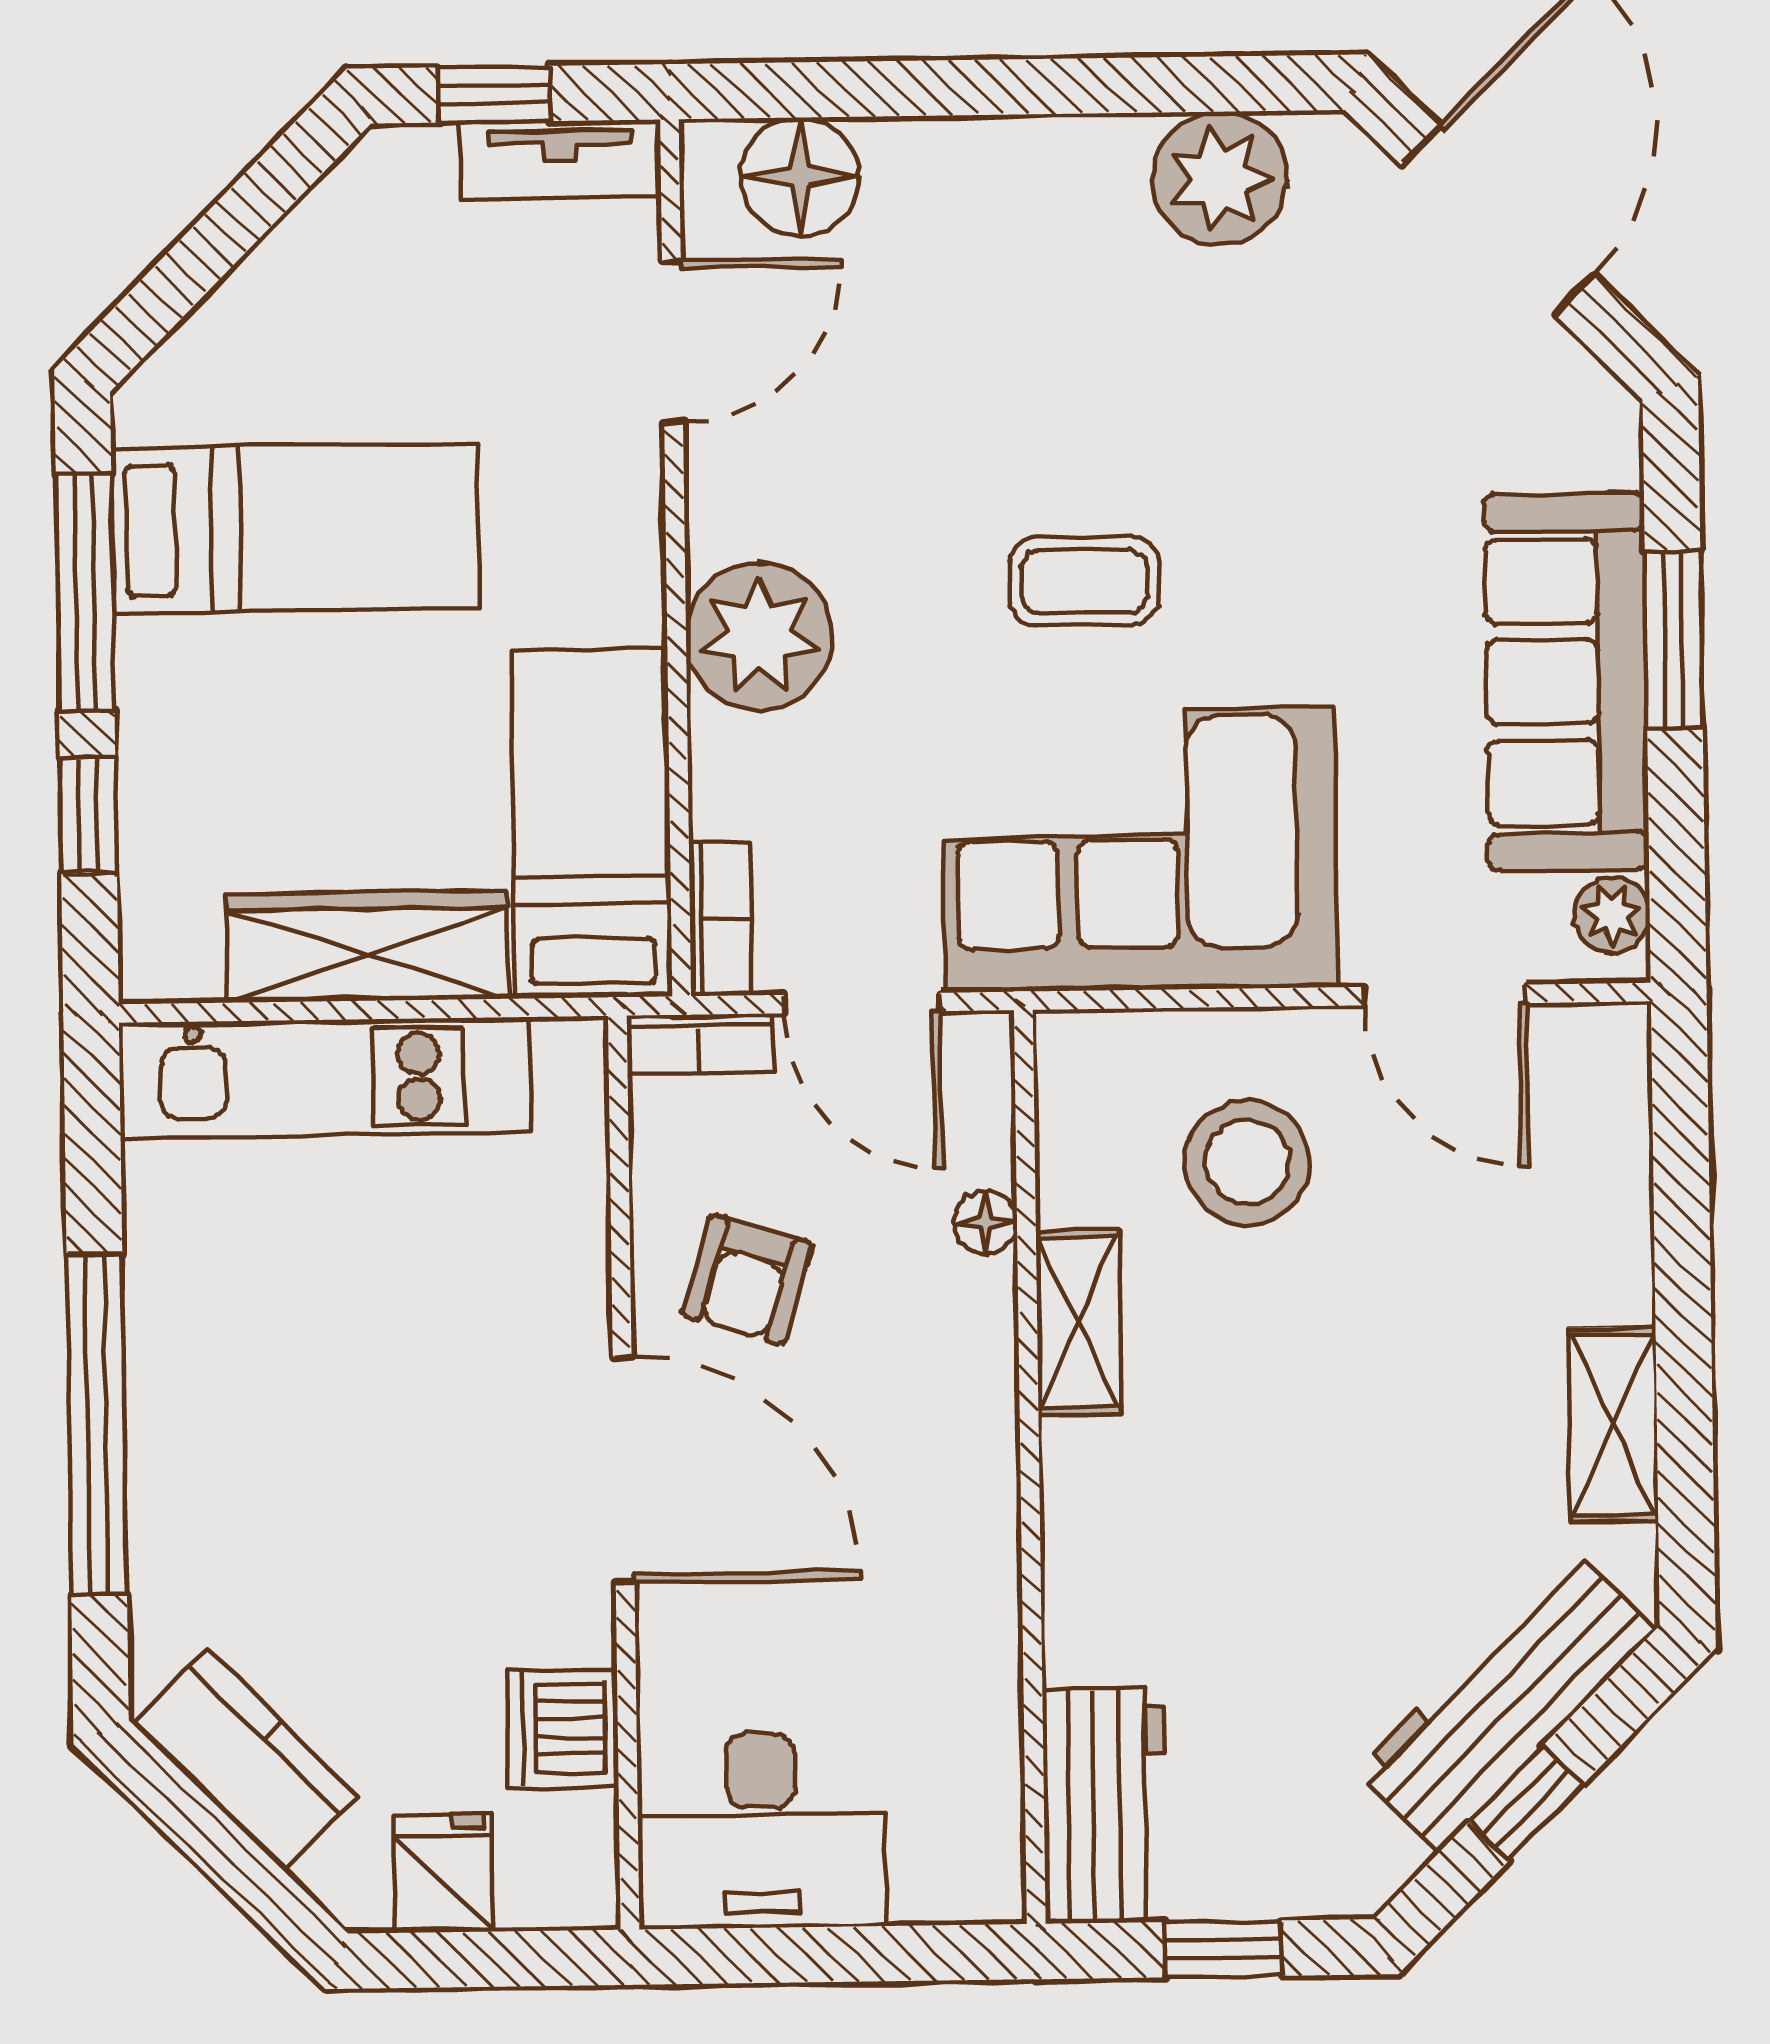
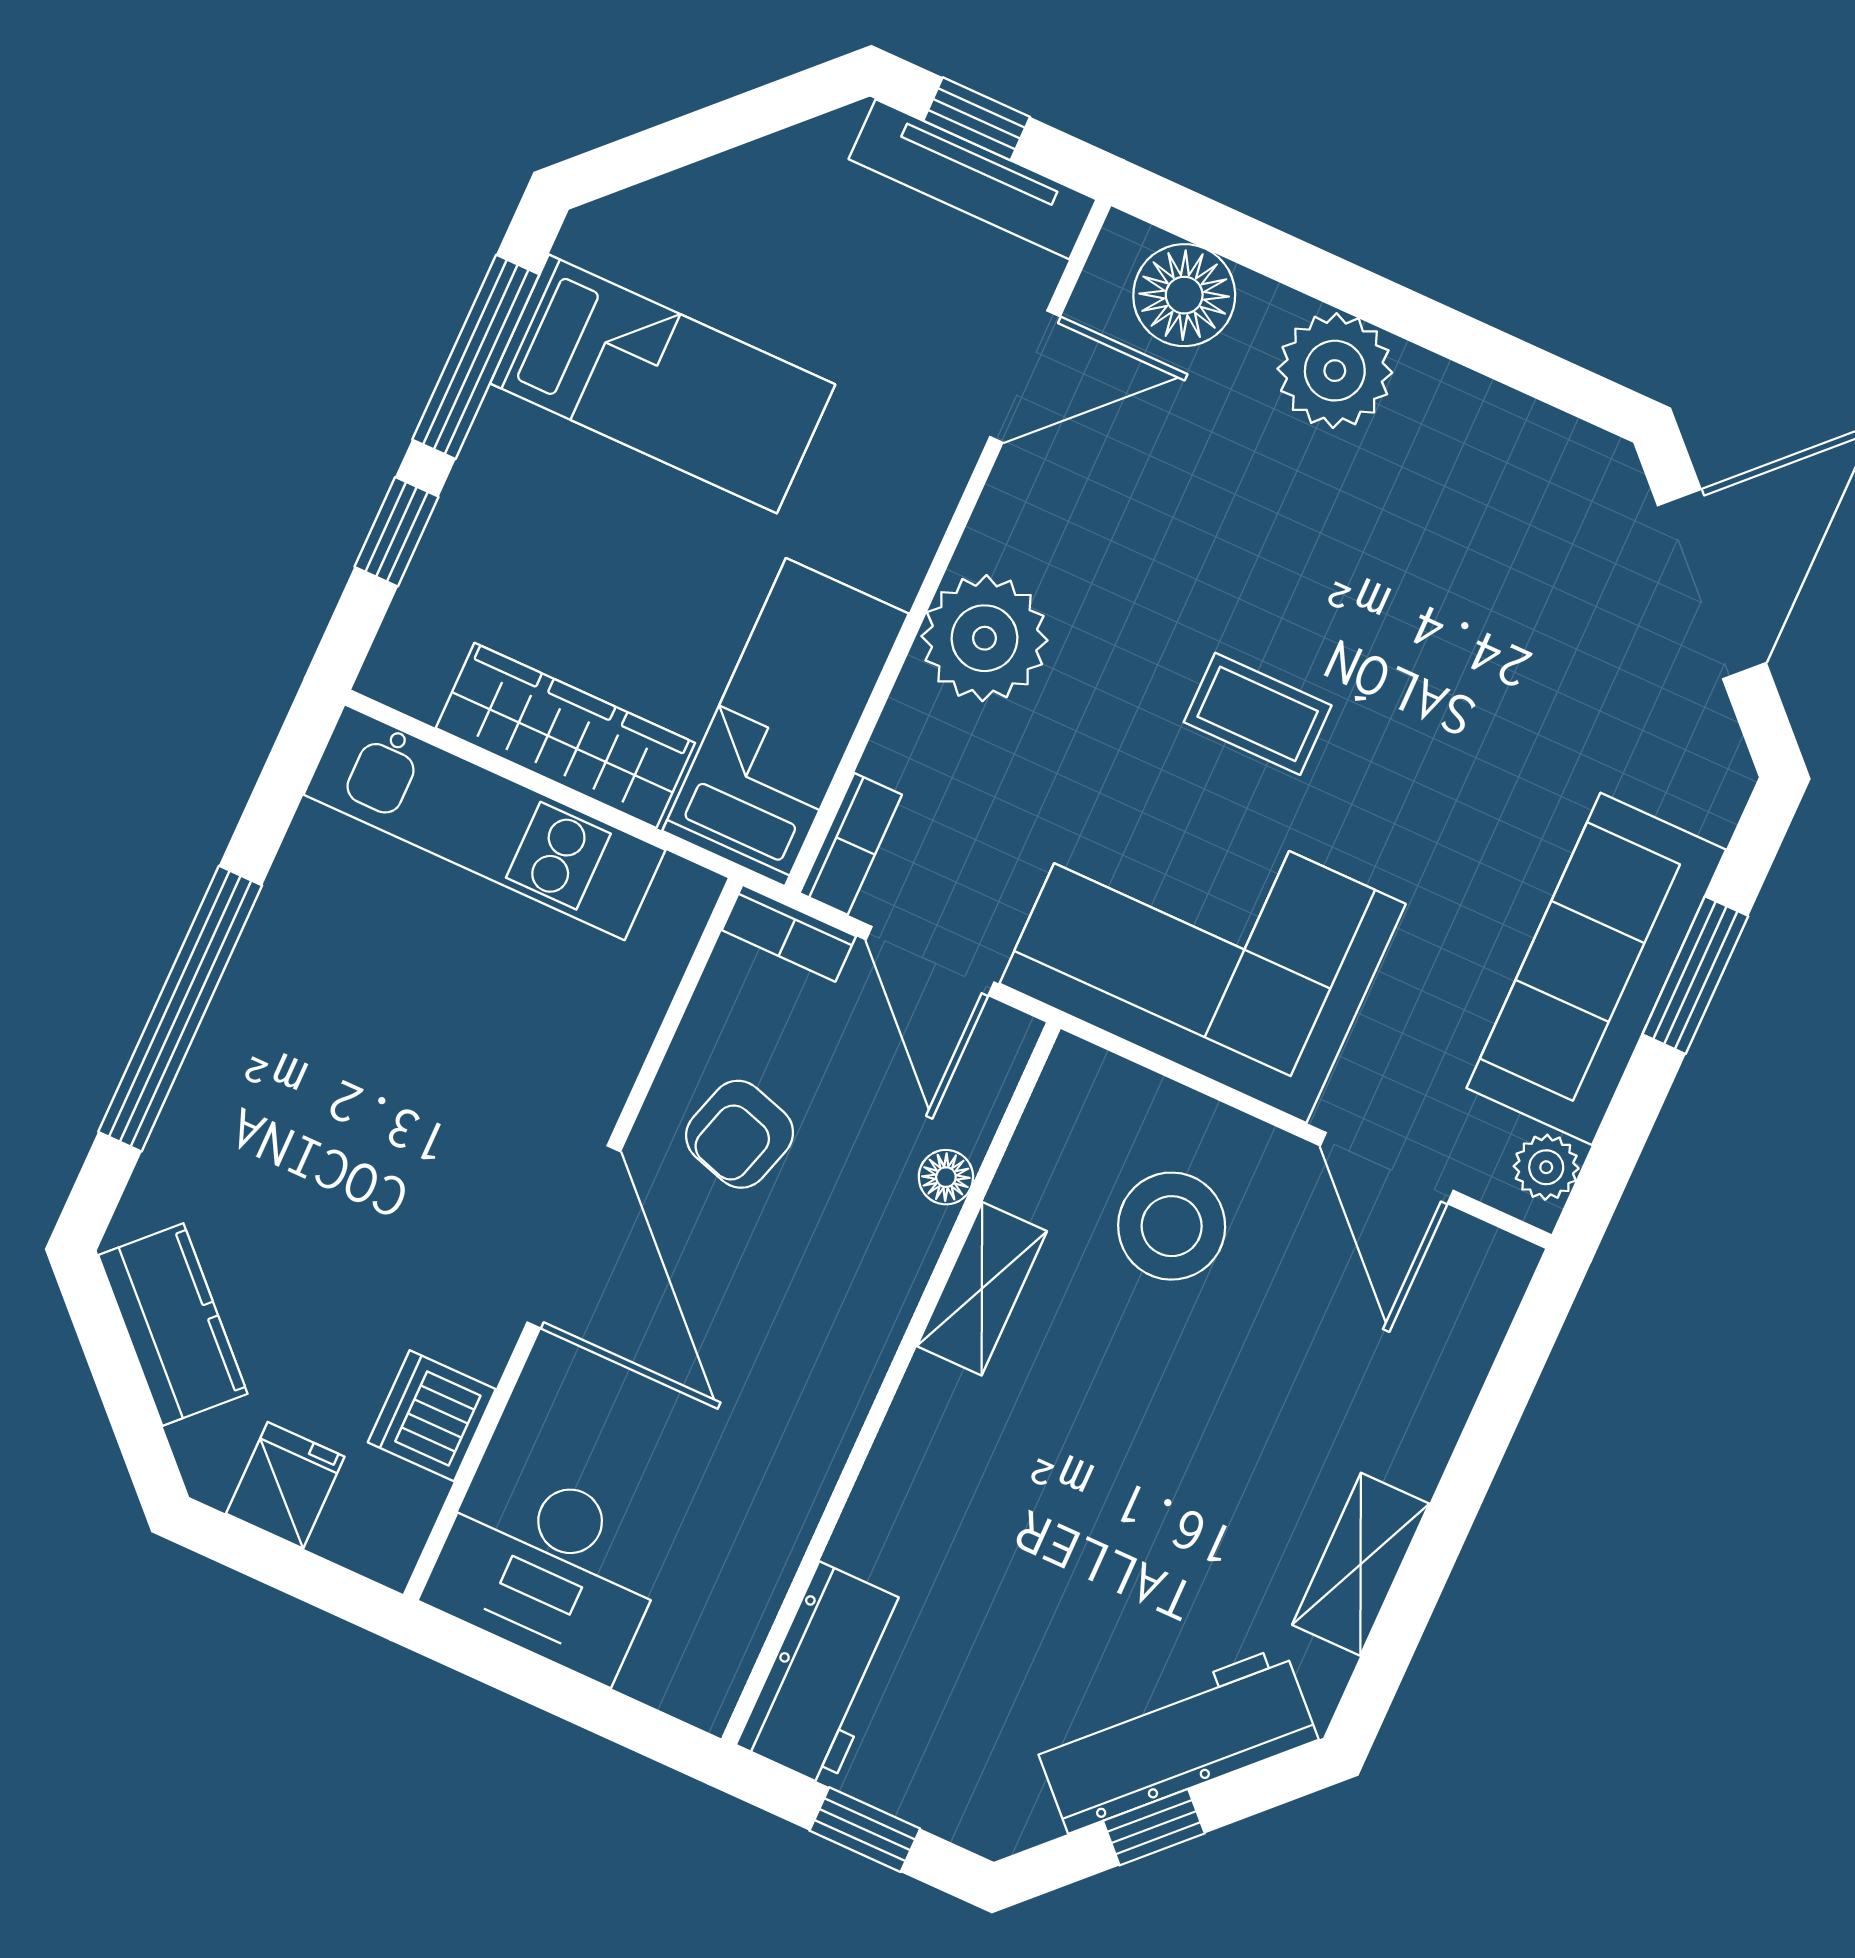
tv unit: (561, 159) -> (973, 179), width x1.41
plant: (1220, 179) -> (1335, 371), moved

